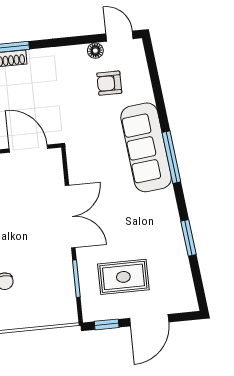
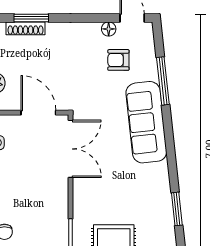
window: (171, 157) -> (163, 81), moved
double door: (70, 217) -> (70, 149), moved

